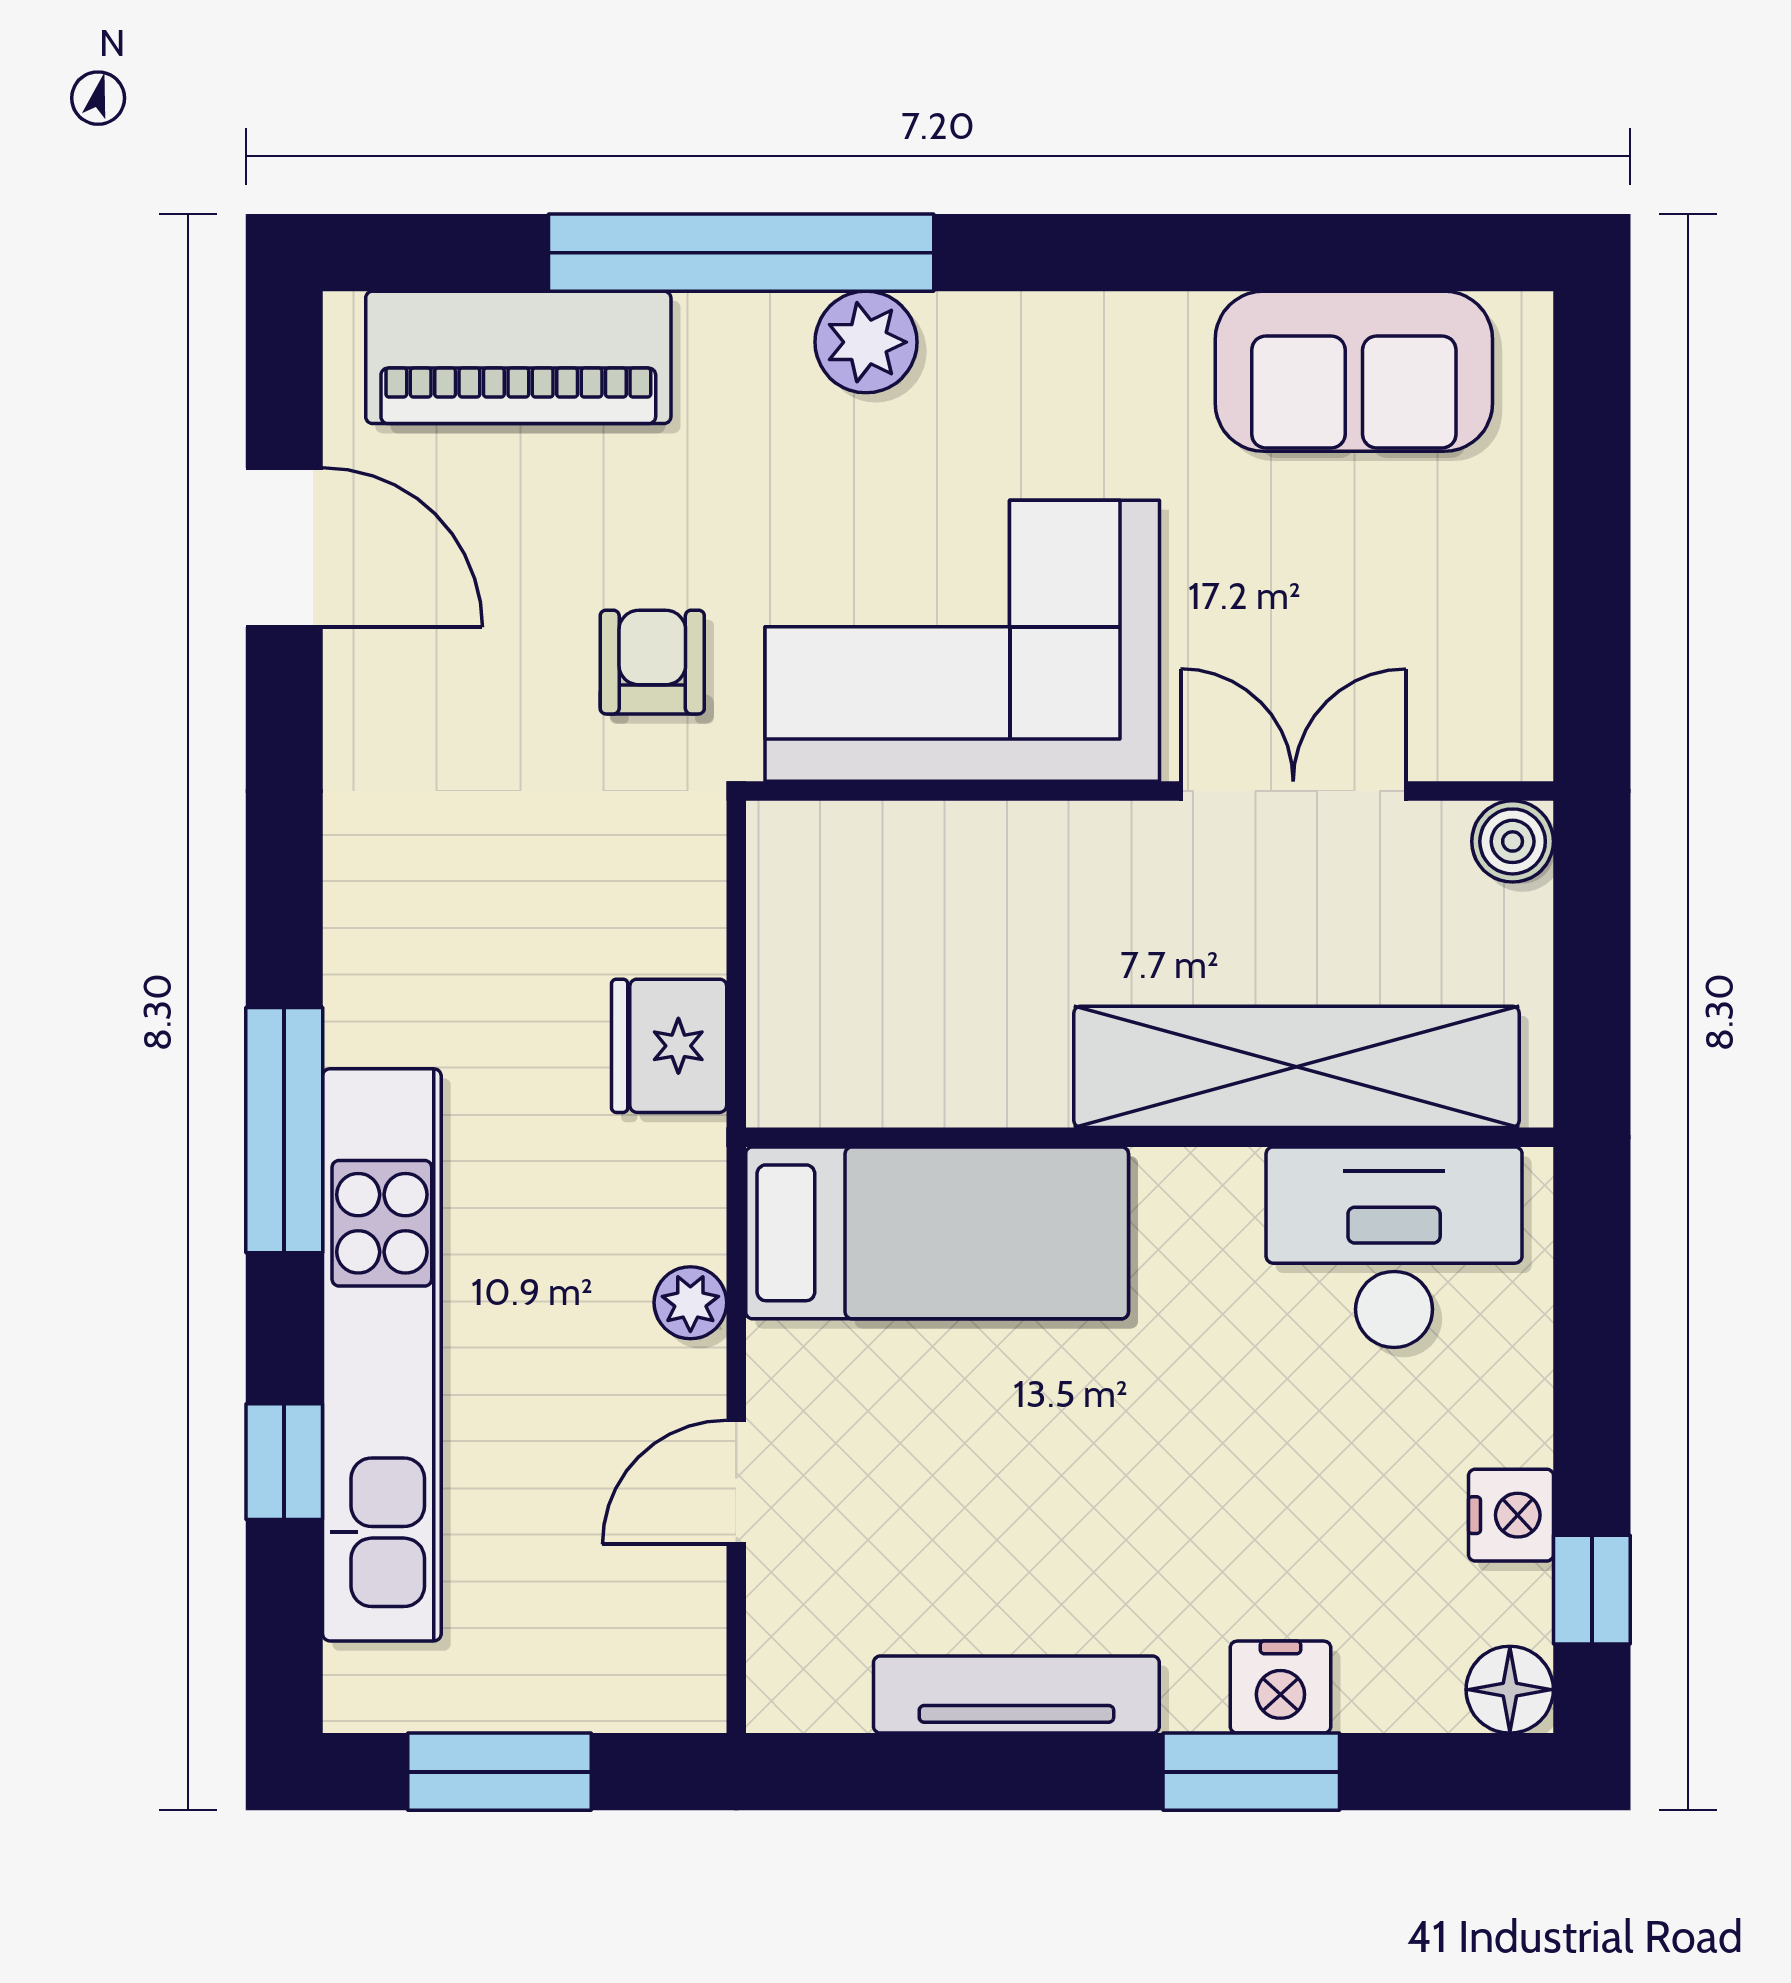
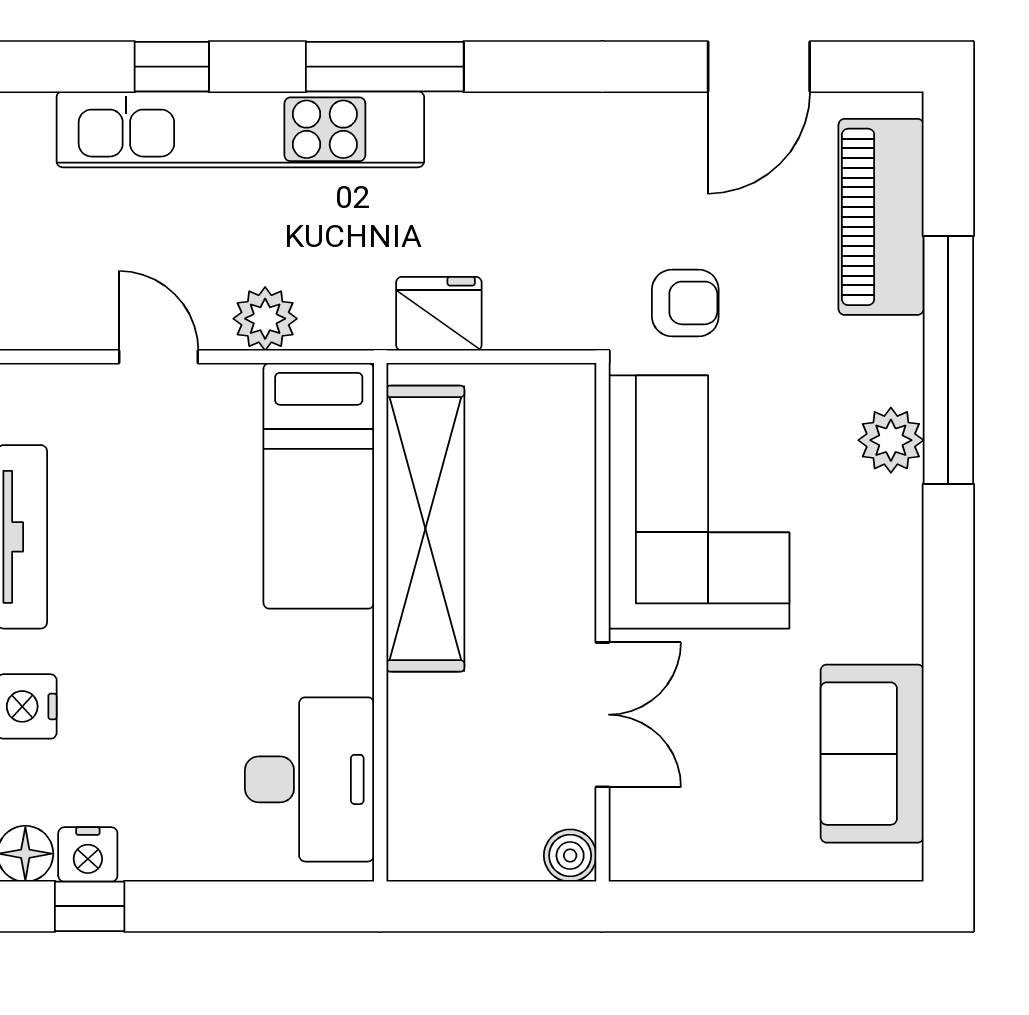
shelving: (1297, 1067) -> (425, 529), moved
plant: (690, 1303) -> (265, 319), width x1.38, depth x1.38
nightstand: (1511, 1515) -> (88, 854), moved

